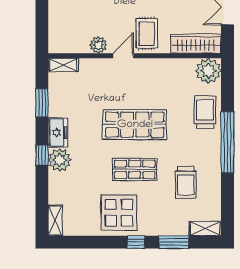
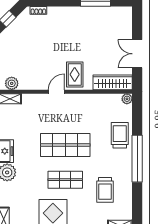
plant: (98, 45) -> (12, 83), moved
plant: (208, 71) -> (127, 99), width x0.53, depth x0.53

